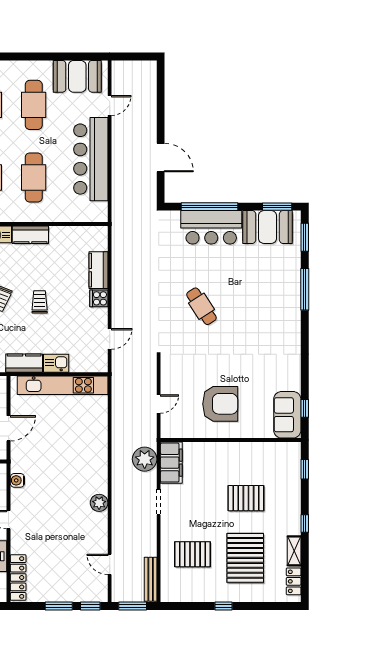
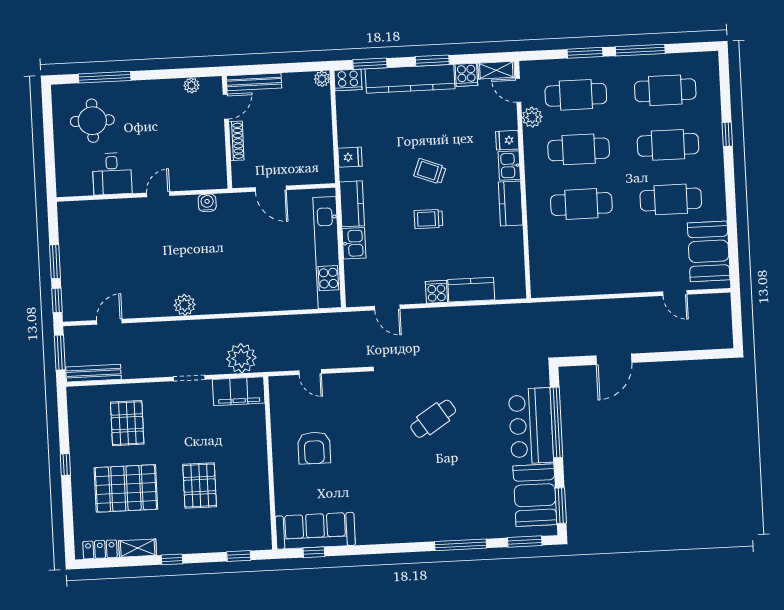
bar counter: (91, 159) -> (608, 273), removed
trolley: (40, 302) -> (428, 219), turned 180
armchair: (220, 404) -> (314, 448), width x0.73, depth x0.73
sofa: (287, 415) -> (315, 531), width x1.36
locker: (18, 578) -> (88, 210), removed

